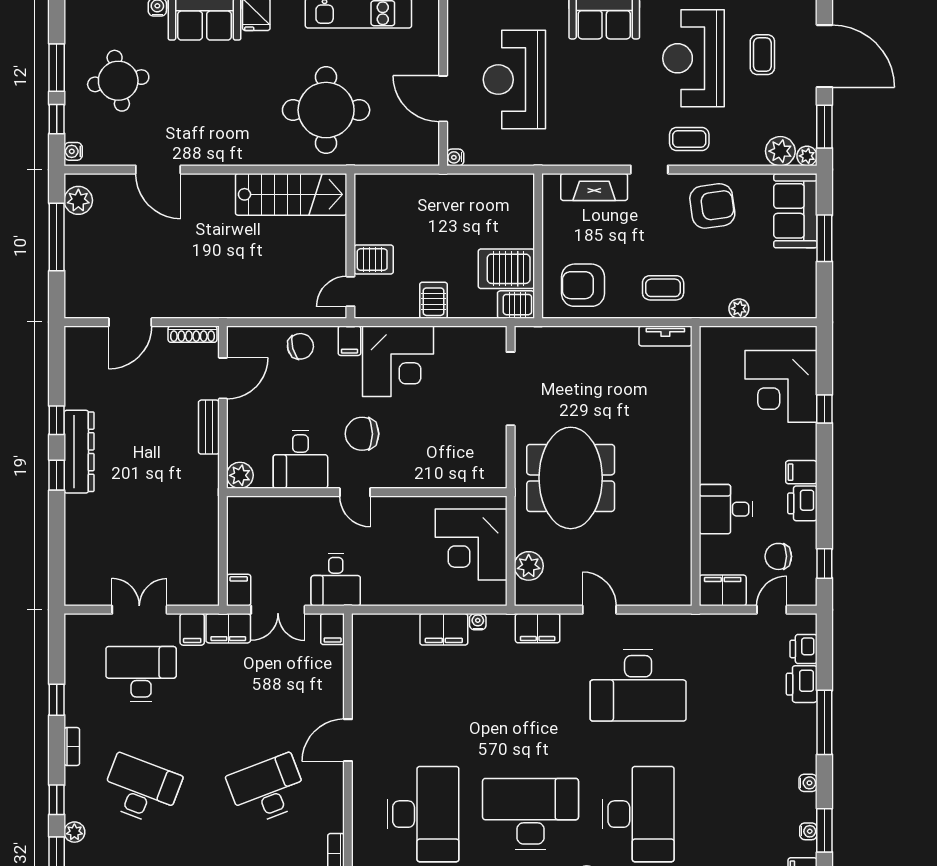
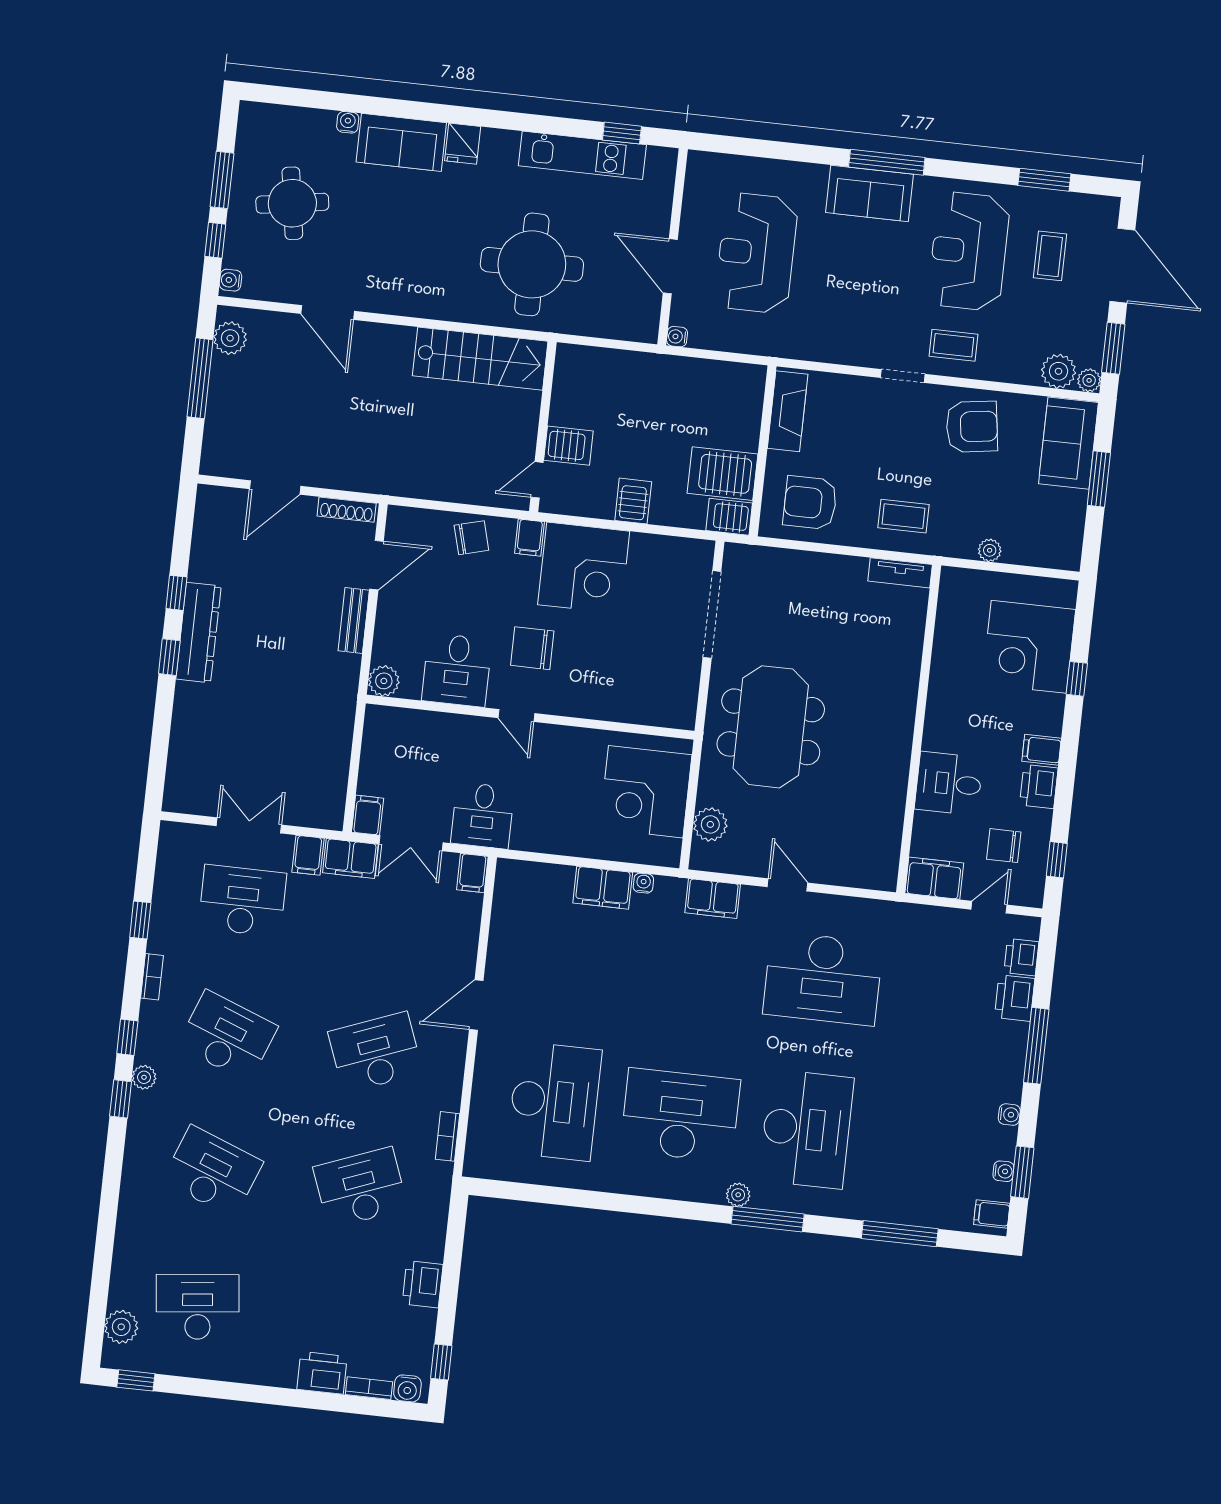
fireplace: (594, 187) -> (788, 411), moved, turned -90

